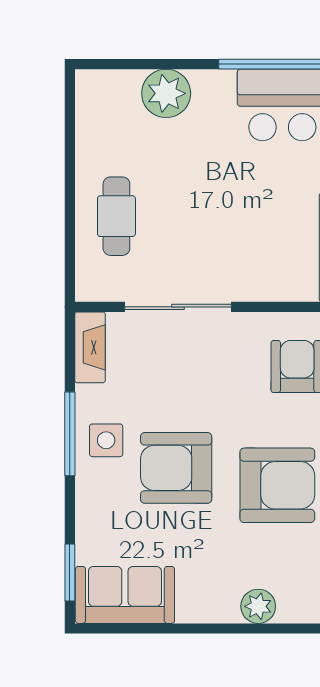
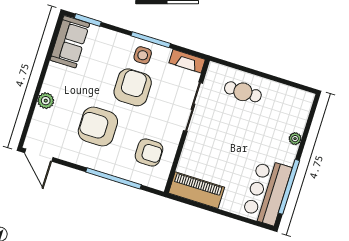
plant: (166, 93) -> (295, 139), width x0.53, depth x0.53
armchair: (176, 468) -> (133, 87), moved
armchair: (277, 485) -> (98, 127), turned 90

